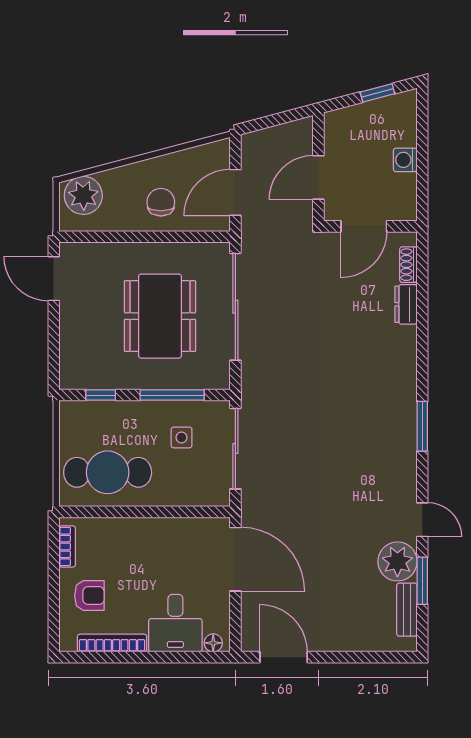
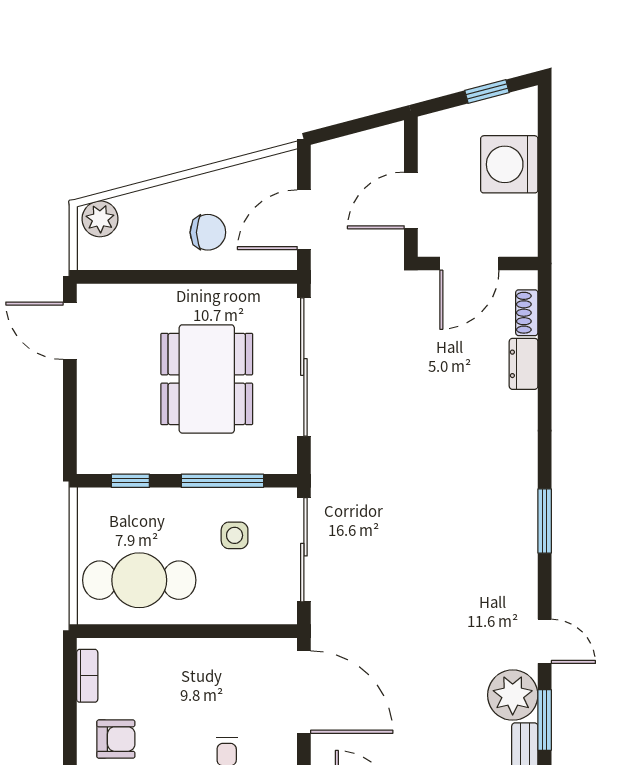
washing machine: (405, 160) -> (509, 164), width x1.89, depth x1.89
plant: (83, 195) -> (100, 219), width x0.73, depth x0.73
chair: (161, 202) -> (208, 232), turned 90

